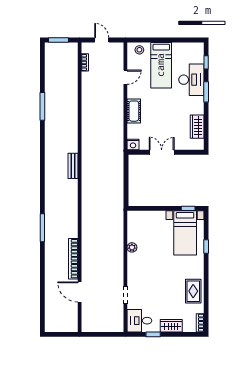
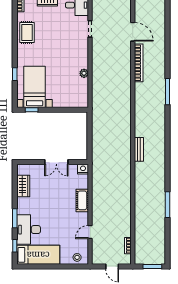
bed: (161, 65) -> (38, 255), moved, turned 90

